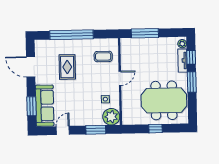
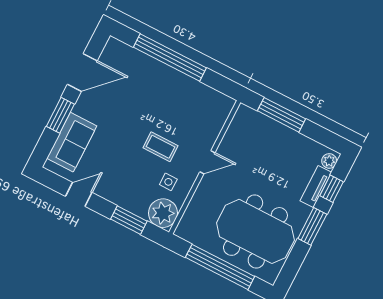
coffee table: (103, 57) -> (160, 147), moved
door: (31, 67) -> (82, 72), swing flipped
rug: (67, 67) -> (137, 102), removed
window: (32, 106) -> (60, 115), moved
sofa: (45, 106) -> (72, 142), width x0.73
window: (156, 129) -> (220, 267), width x3.17

